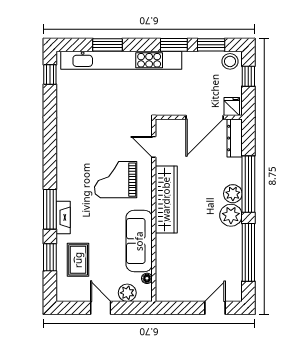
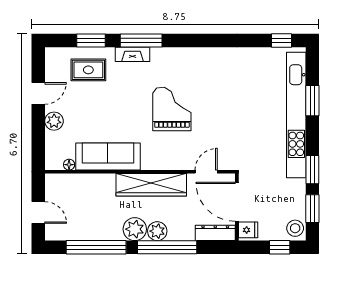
door: (154, 147) -> (206, 172), moved
wardrobe: (166, 199) -> (151, 185), moved
wall: (154, 210) -> (140, 172), moved
sofa: (139, 241) -> (108, 157), moved
floor lamp: (147, 278) -> (69, 165), moved

